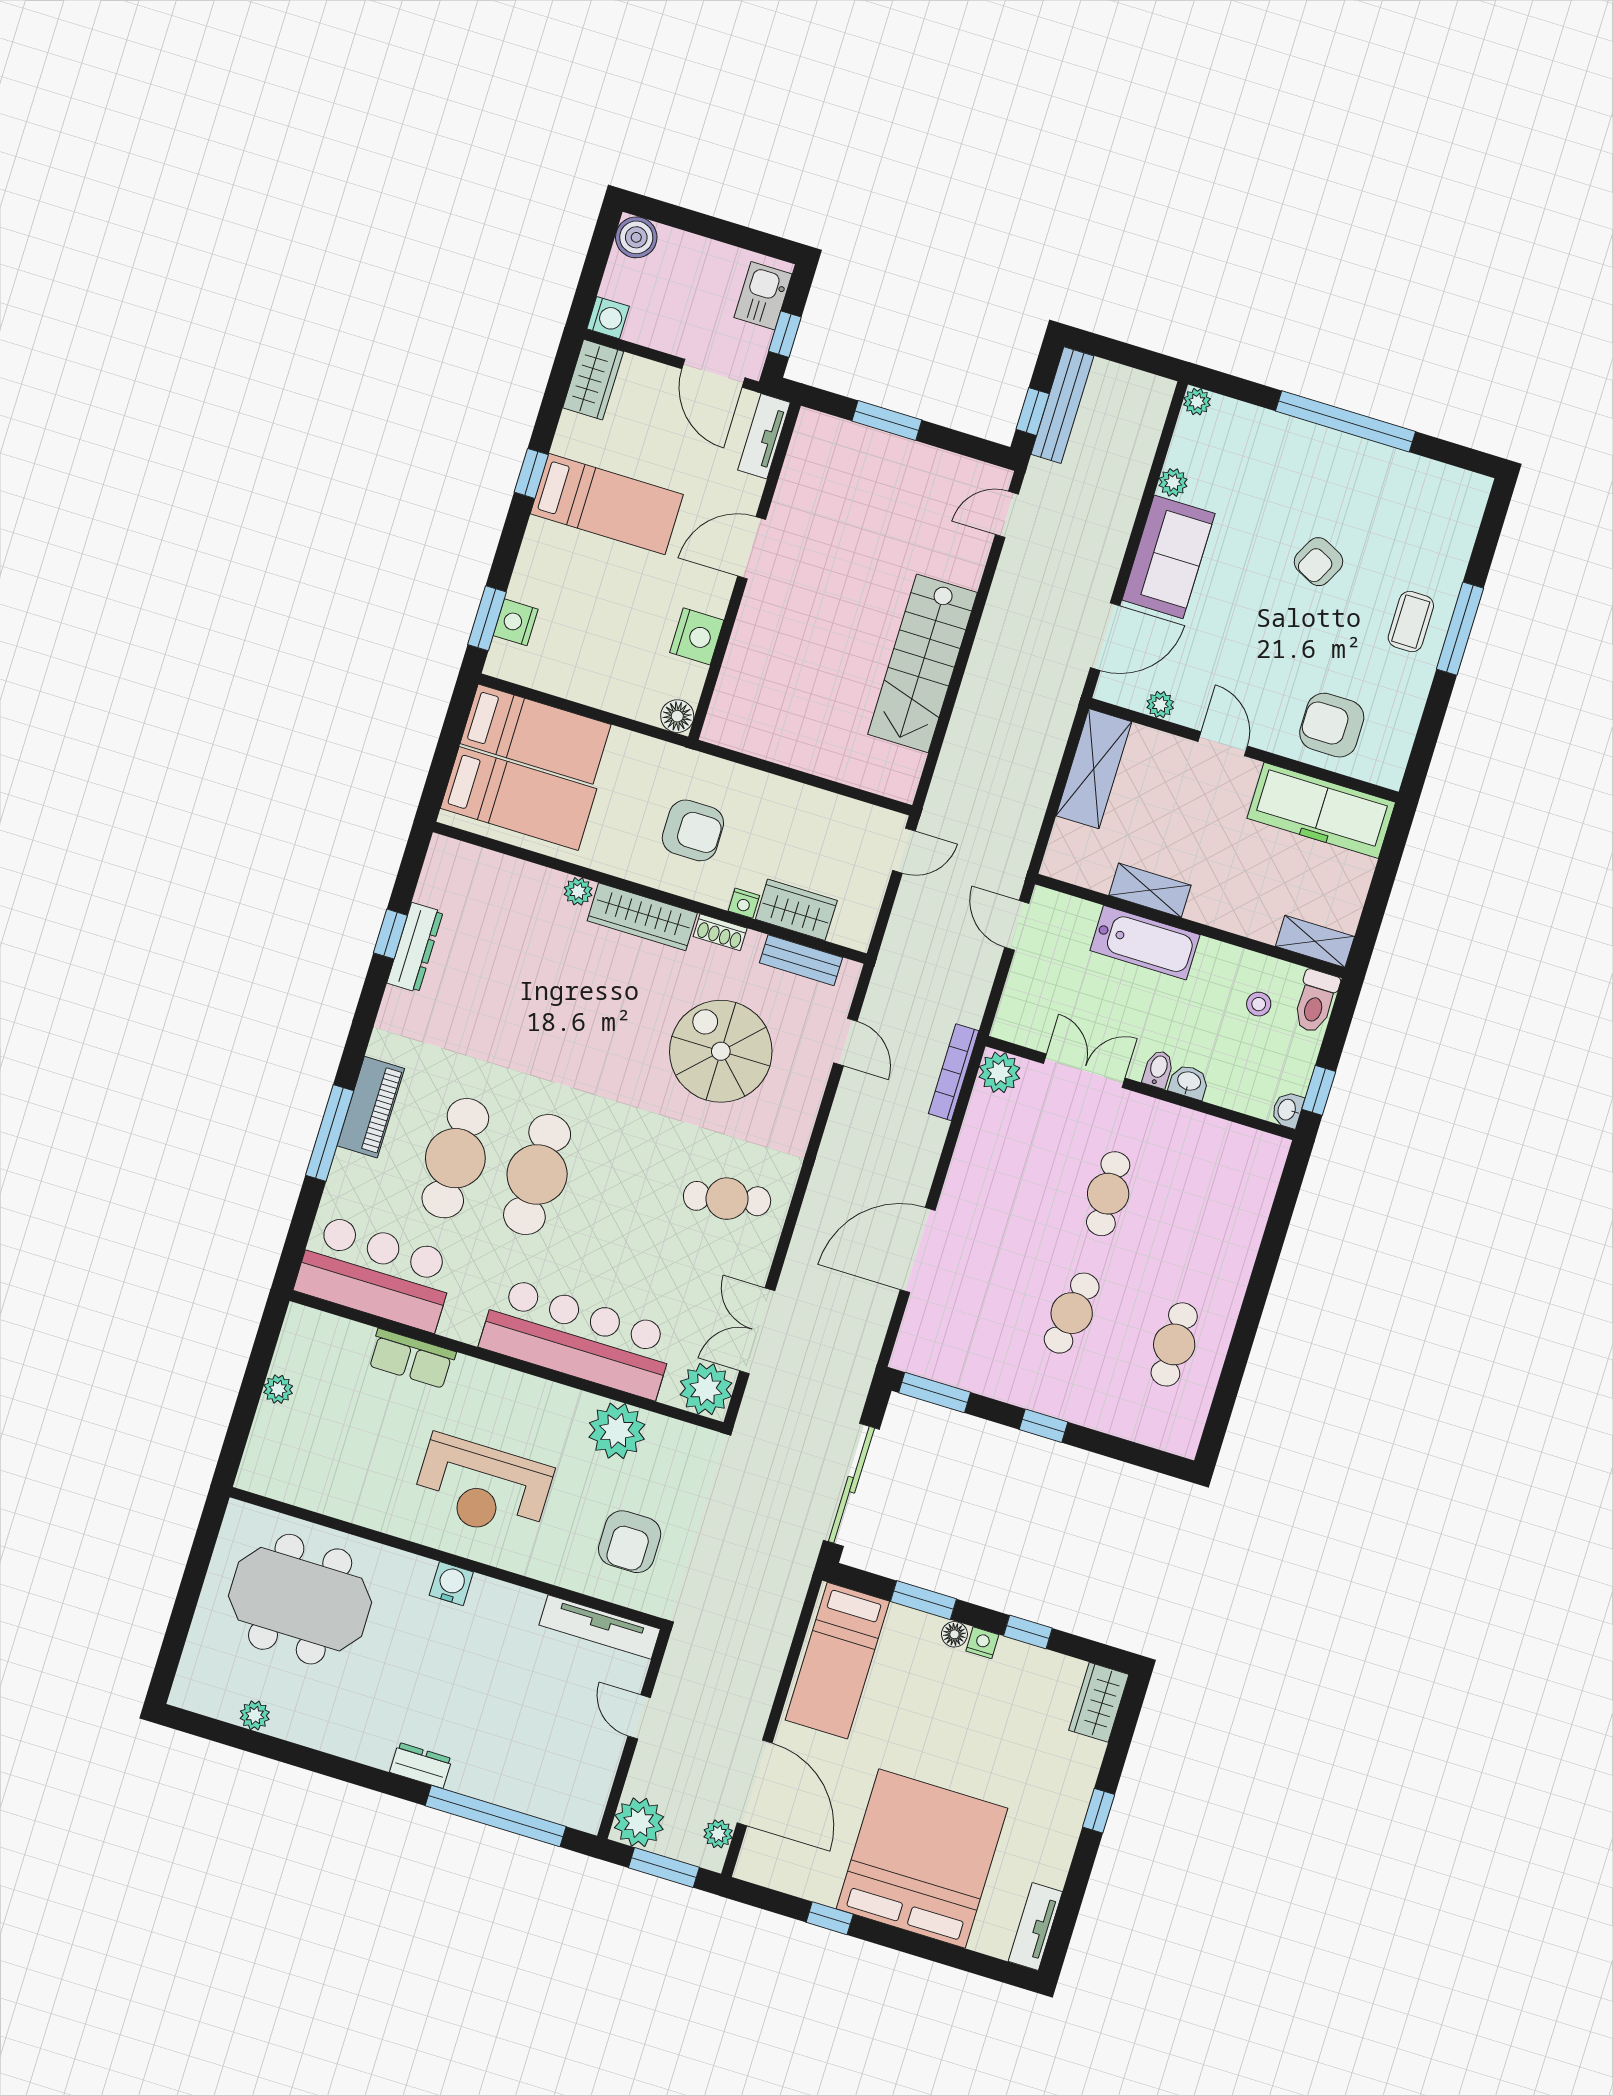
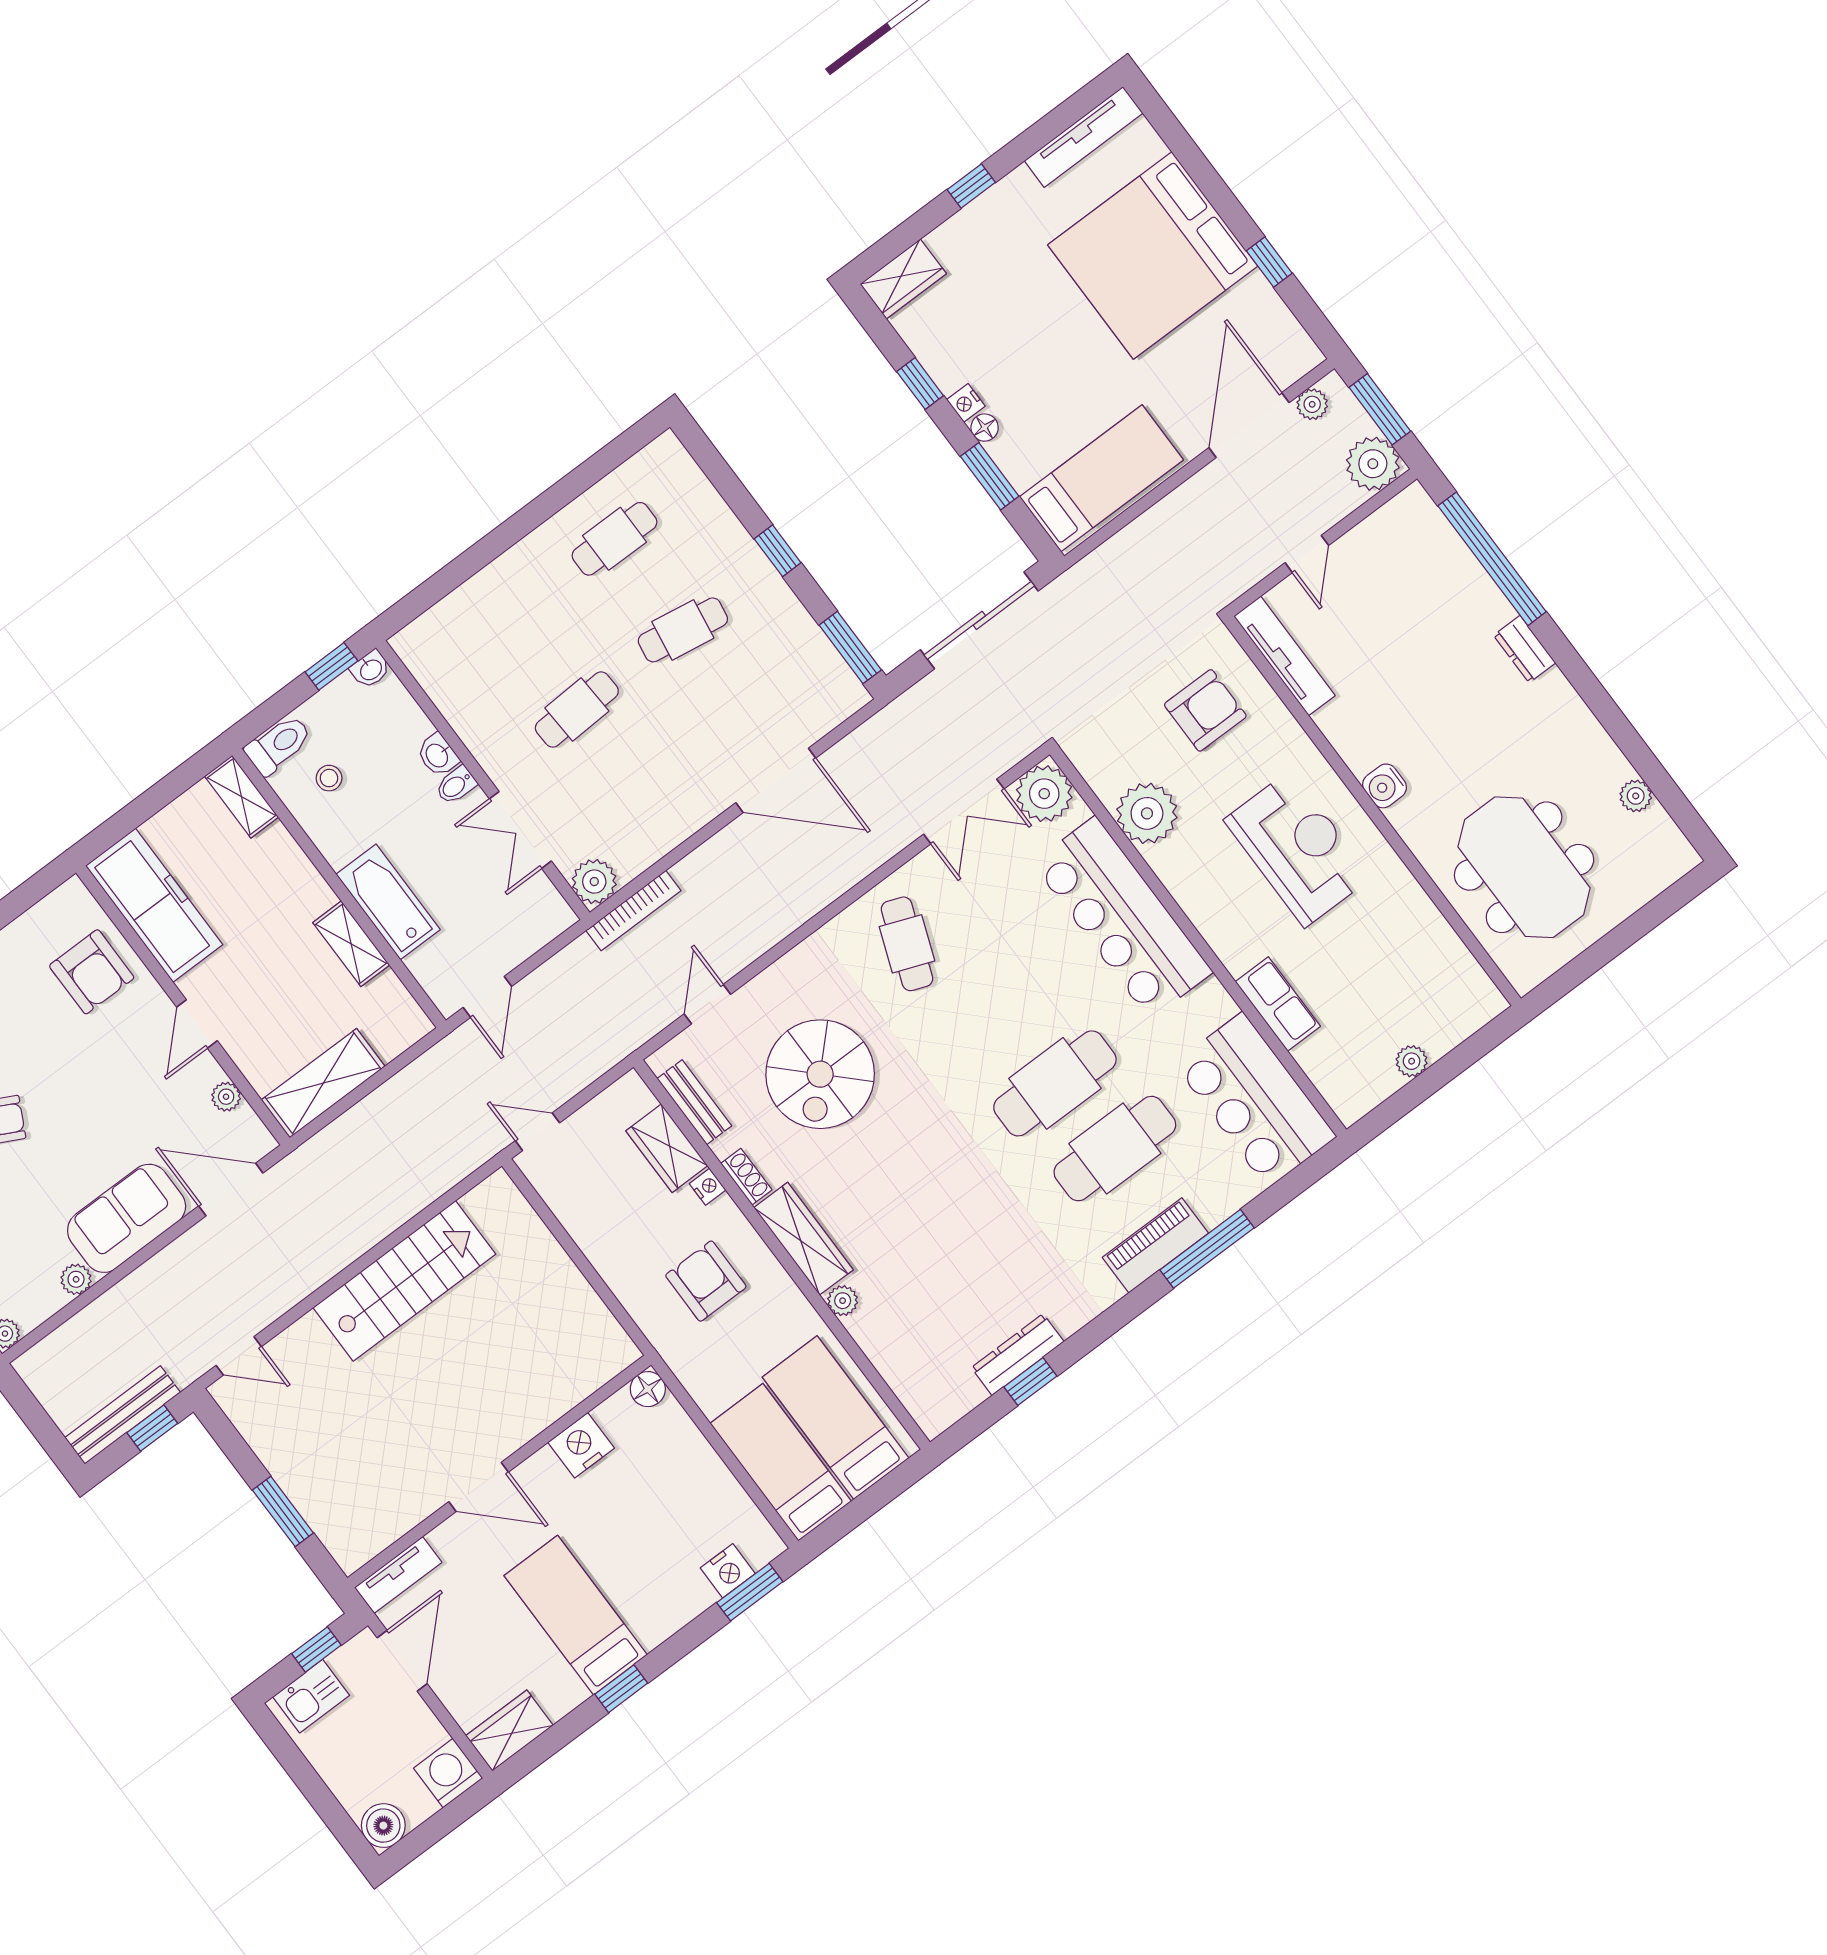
washing machine: (608, 318) -> (448, 1773), width x1.38, depth x1.38
cafe table: (727, 1199) -> (907, 944), turned 33
tv unit: (1035, 1927) -> (1084, 137), width x1.41

